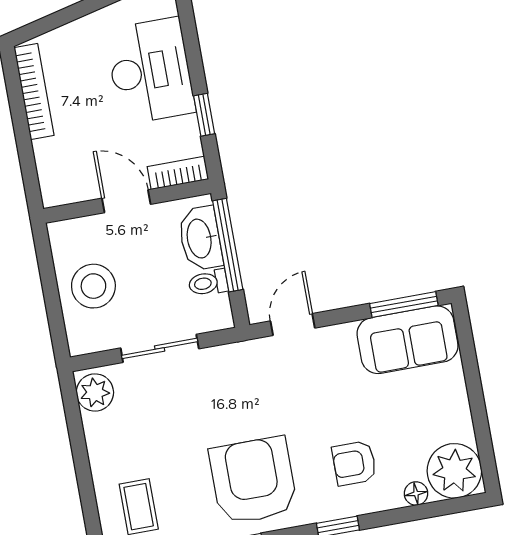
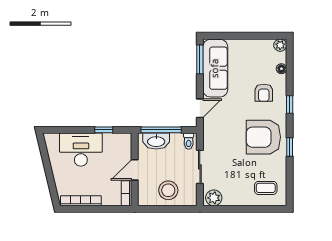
bookcase: (178, 173) -> (127, 193), moved
toilet: (208, 283) -> (189, 141), moved
door: (293, 325) -> (200, 108), swing flipped
sofa: (407, 340) -> (215, 68), width x1.36
plant: (454, 471) -> (280, 45), width x0.53, depth x0.53

